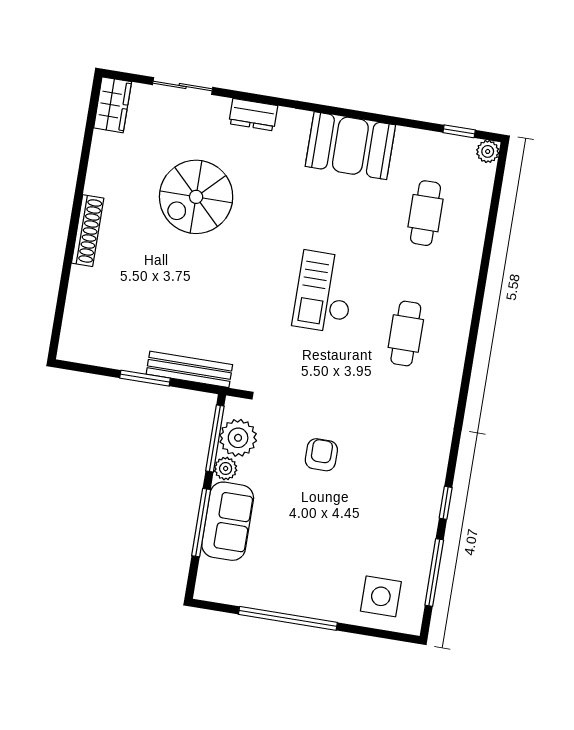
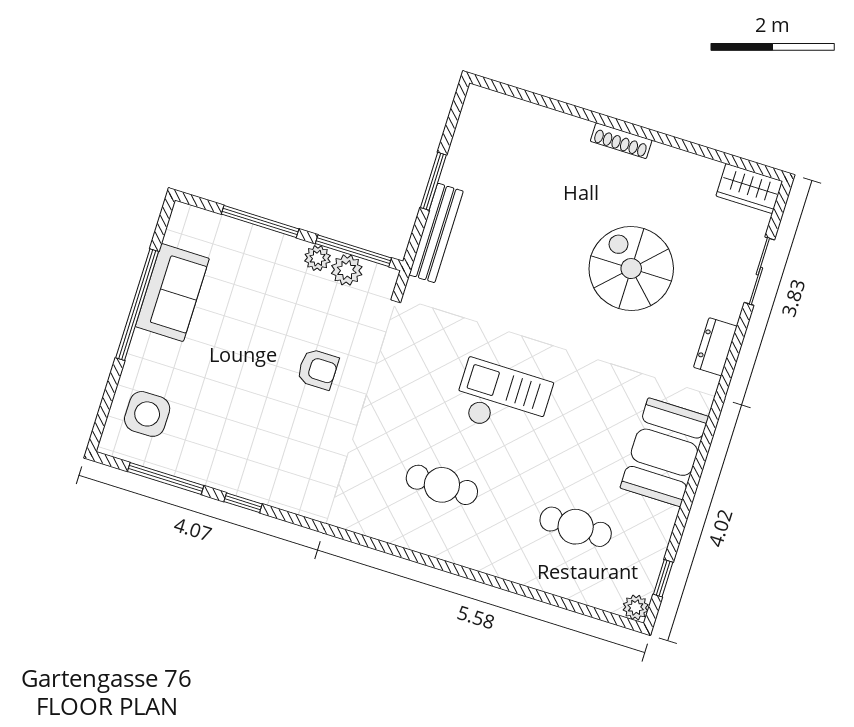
shoe rack: (88, 231) -> (621, 141), width x0.74, depth x0.81
plant: (238, 438) -> (347, 270), width x0.73, depth x0.73
sofa: (228, 521) -> (172, 292), moved, turned -90

